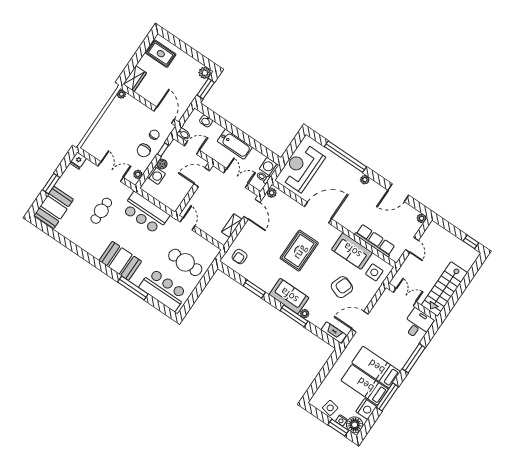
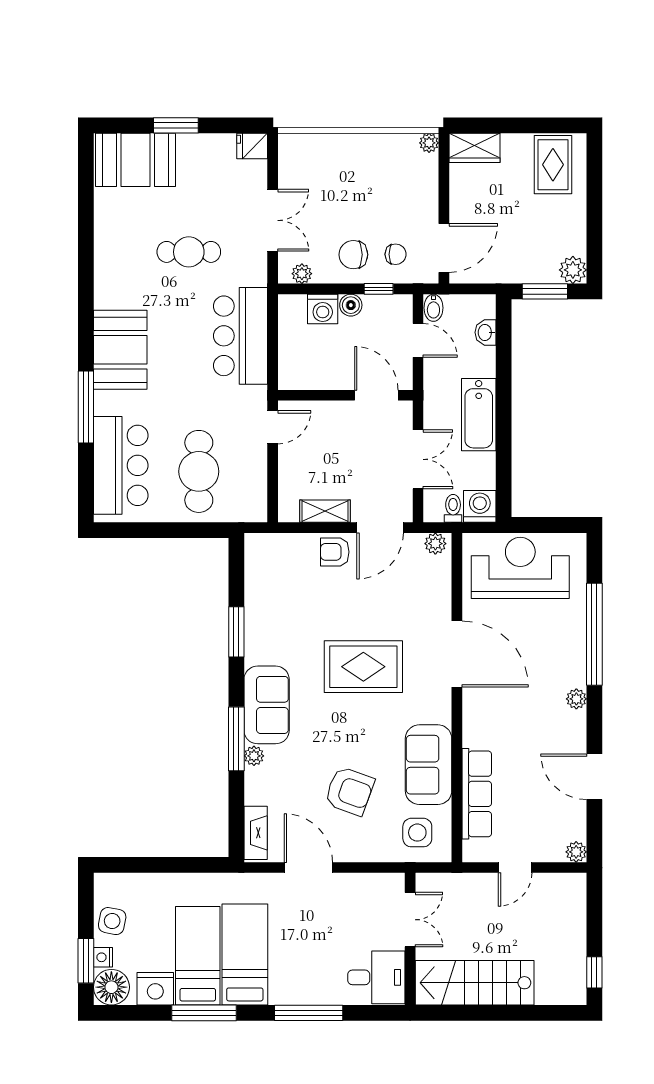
armchair: (240, 257) -> (335, 552), moved

